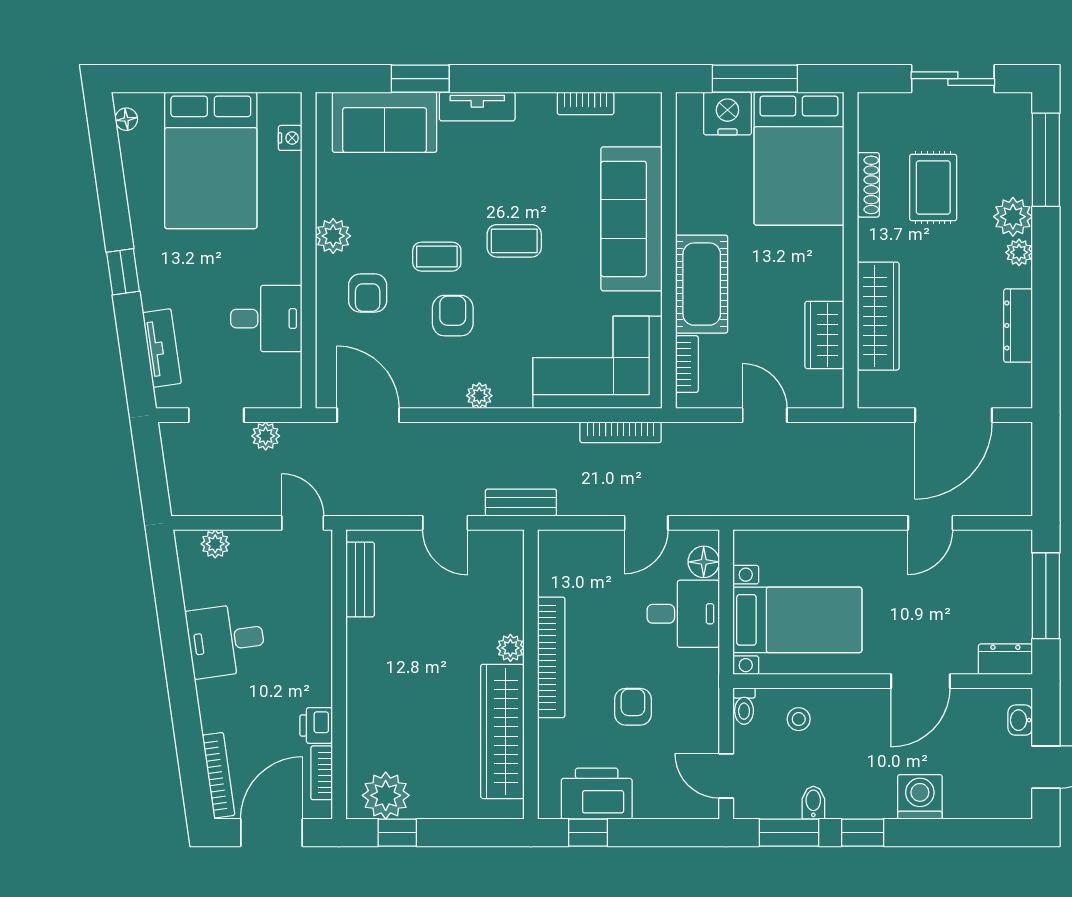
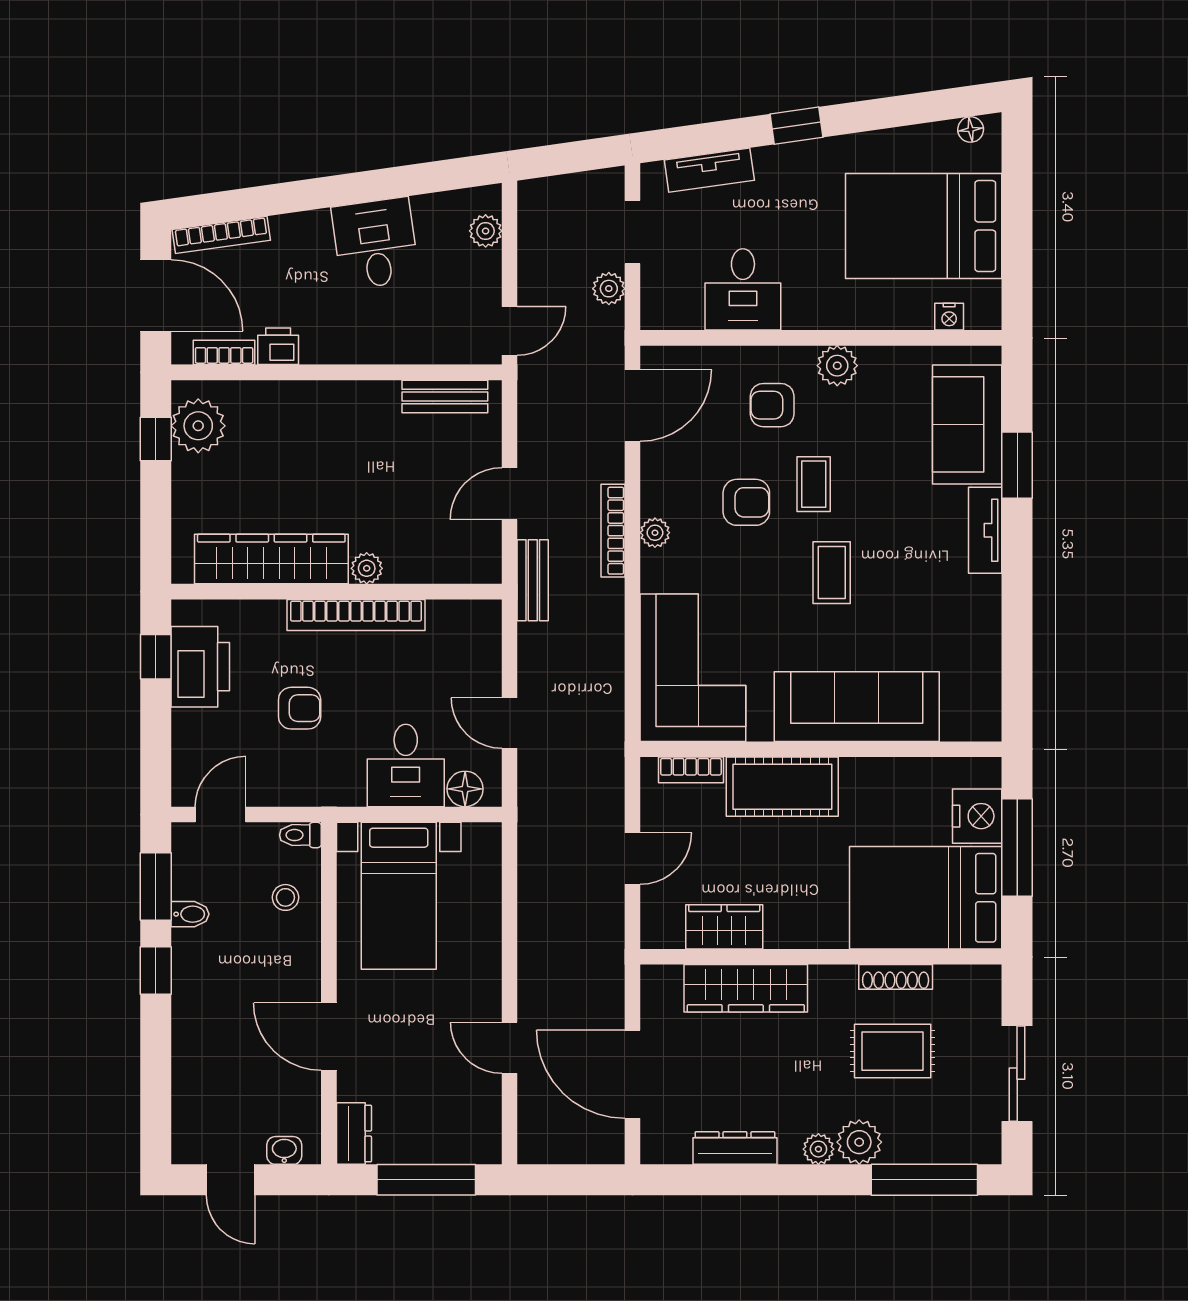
bookcase: (586, 103) -> (989, 654), removed
bookcase: (621, 432) -> (613, 531), moved
washing machine: (920, 797) -> (197, 1036), removed

